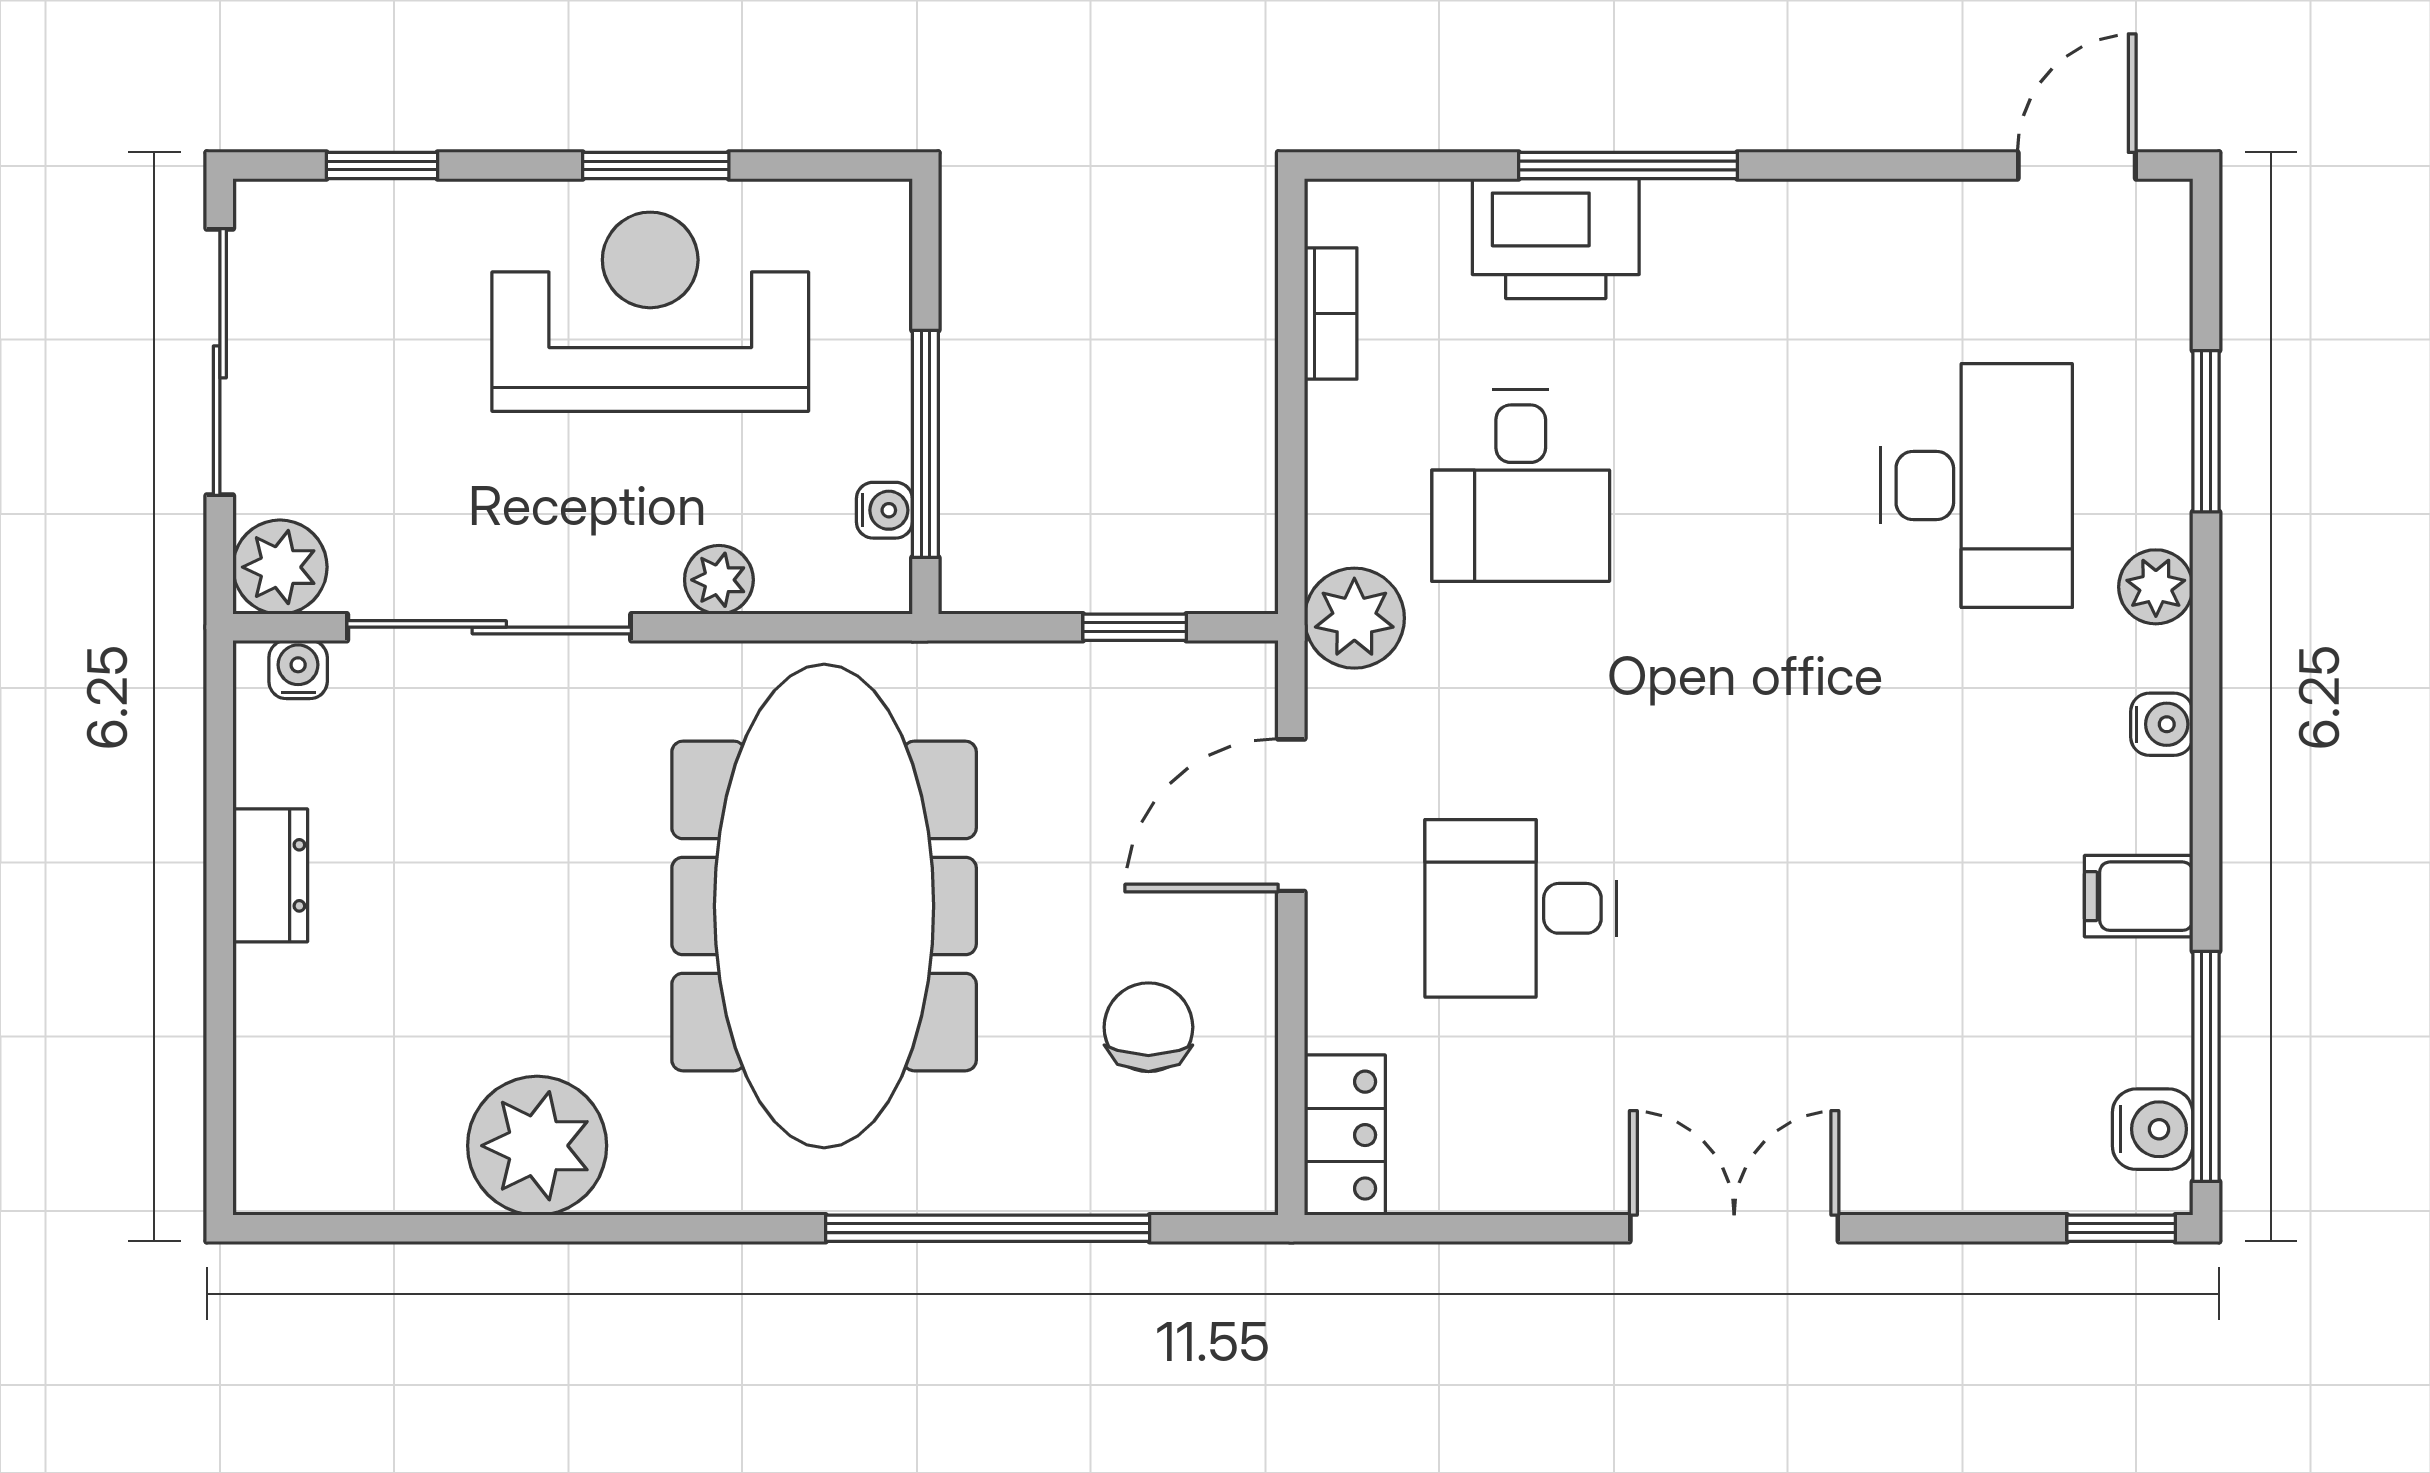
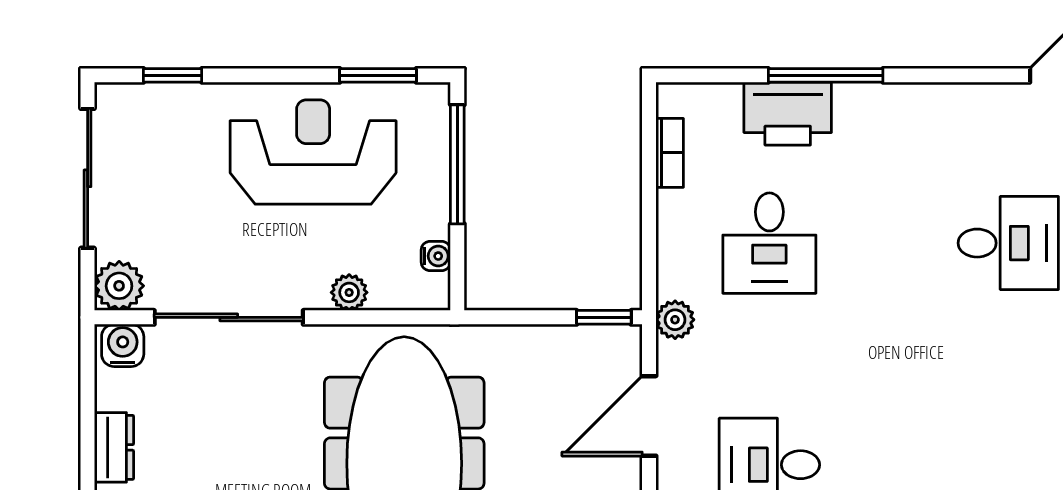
window: (656, 166) -> (378, 75), moved
window: (925, 444) -> (457, 164), moved
desk: (1977, 485) -> (1008, 243), width x0.73
plant: (1354, 618) -> (675, 320), width x0.73, depth x0.73
window: (1135, 627) -> (604, 317), moved
water cooler: (298, 669) -> (123, 345), width x1.38, depth x1.38

